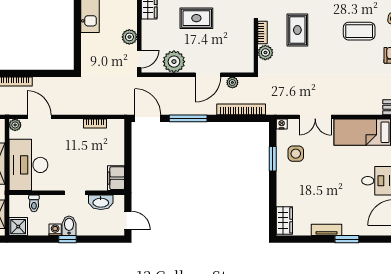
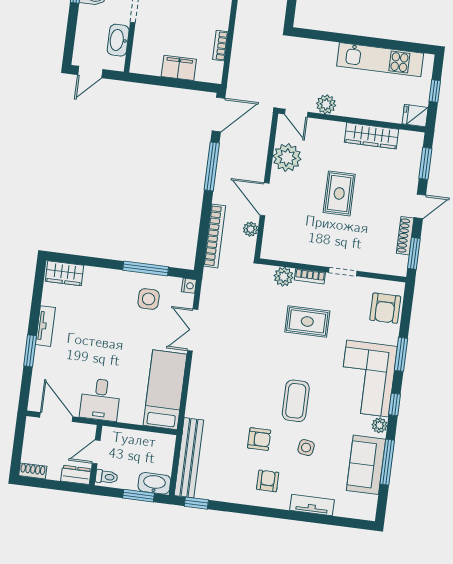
window: (273, 159) -> (146, 269), width x1.44
filing cabinet: (116, 178) -> (179, 68), moved

